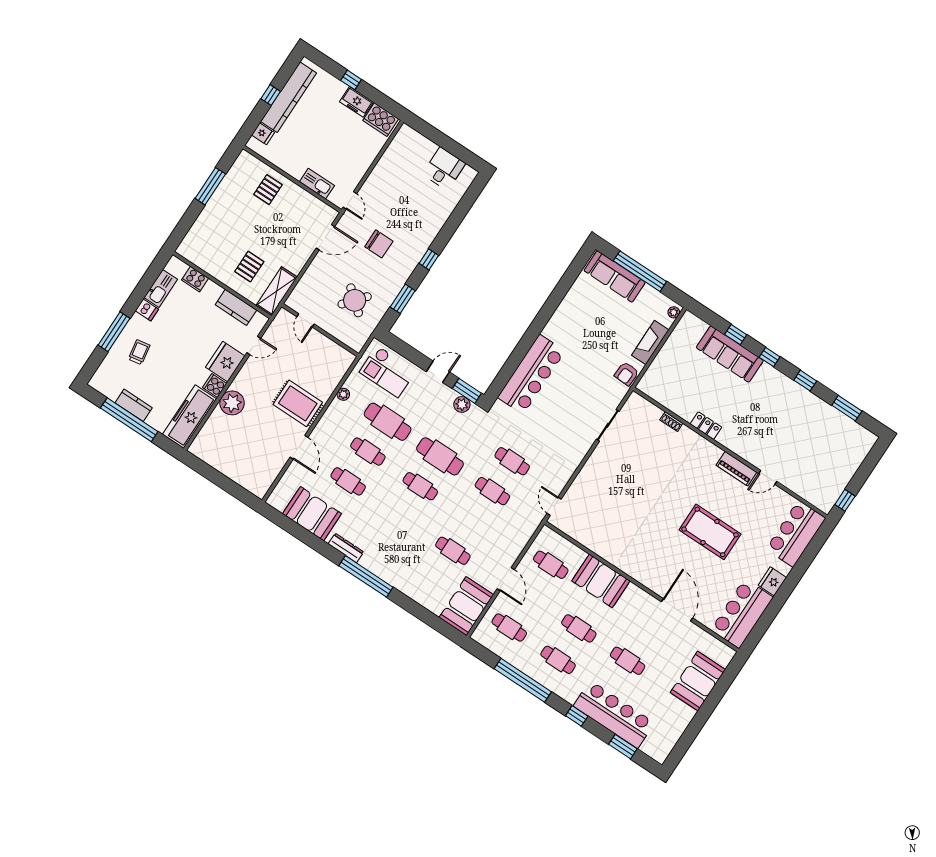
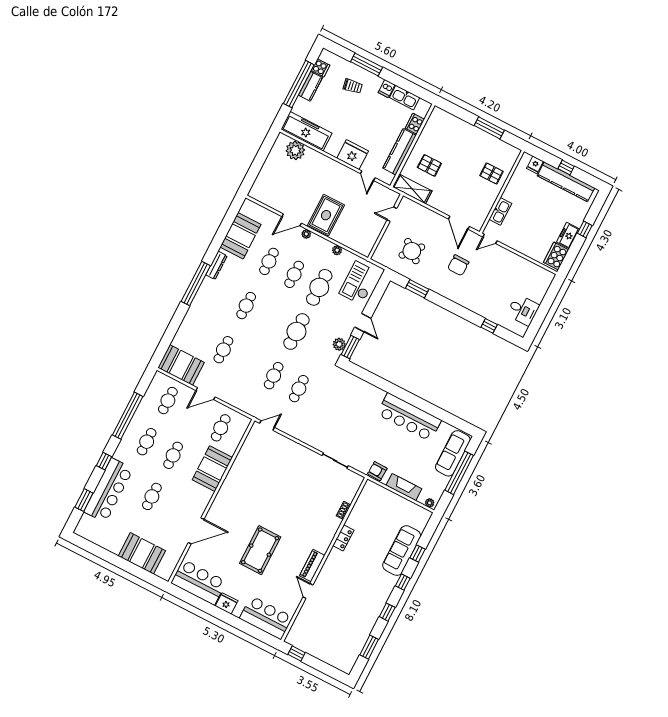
window: (429, 259) -> (489, 326), moved
kitchen counter: (236, 307) -> (400, 152), width x1.50
bar counter: (531, 374) -> (409, 417), moved
cooker: (215, 386) -> (321, 68), moved, turned 90
plant: (232, 403) -> (295, 150), moved
plant: (319, 431) -> (306, 234), added
cafe table: (420, 486) -> (246, 306), moved

